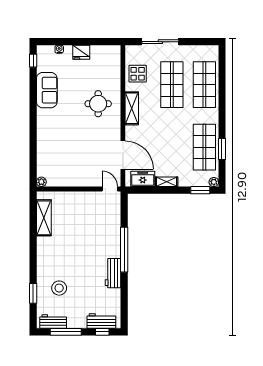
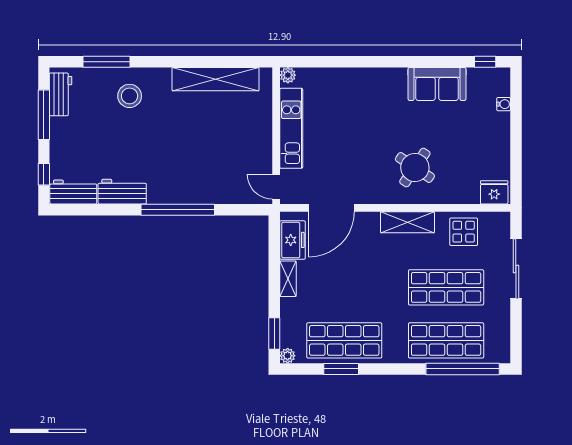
fridge: (81, 52) -> (494, 192), moved, turned 90
window: (222, 74) -> (463, 369), added
round table: (98, 104) -> (415, 168), turned 34
kitchen unit: (74, 180) -> (291, 128), added
door: (110, 189) -> (276, 187), swing flipped
shelving: (44, 218) -> (216, 79), width x1.47
workbench: (113, 273) -> (122, 192), moved
stool: (59, 288) -> (130, 96), moved
window: (33, 293) -> (106, 62), width x1.44
workbench: (101, 321) -> (73, 192), moved, turned -90

